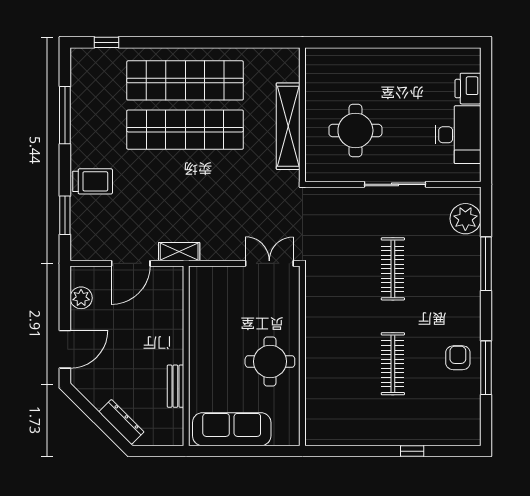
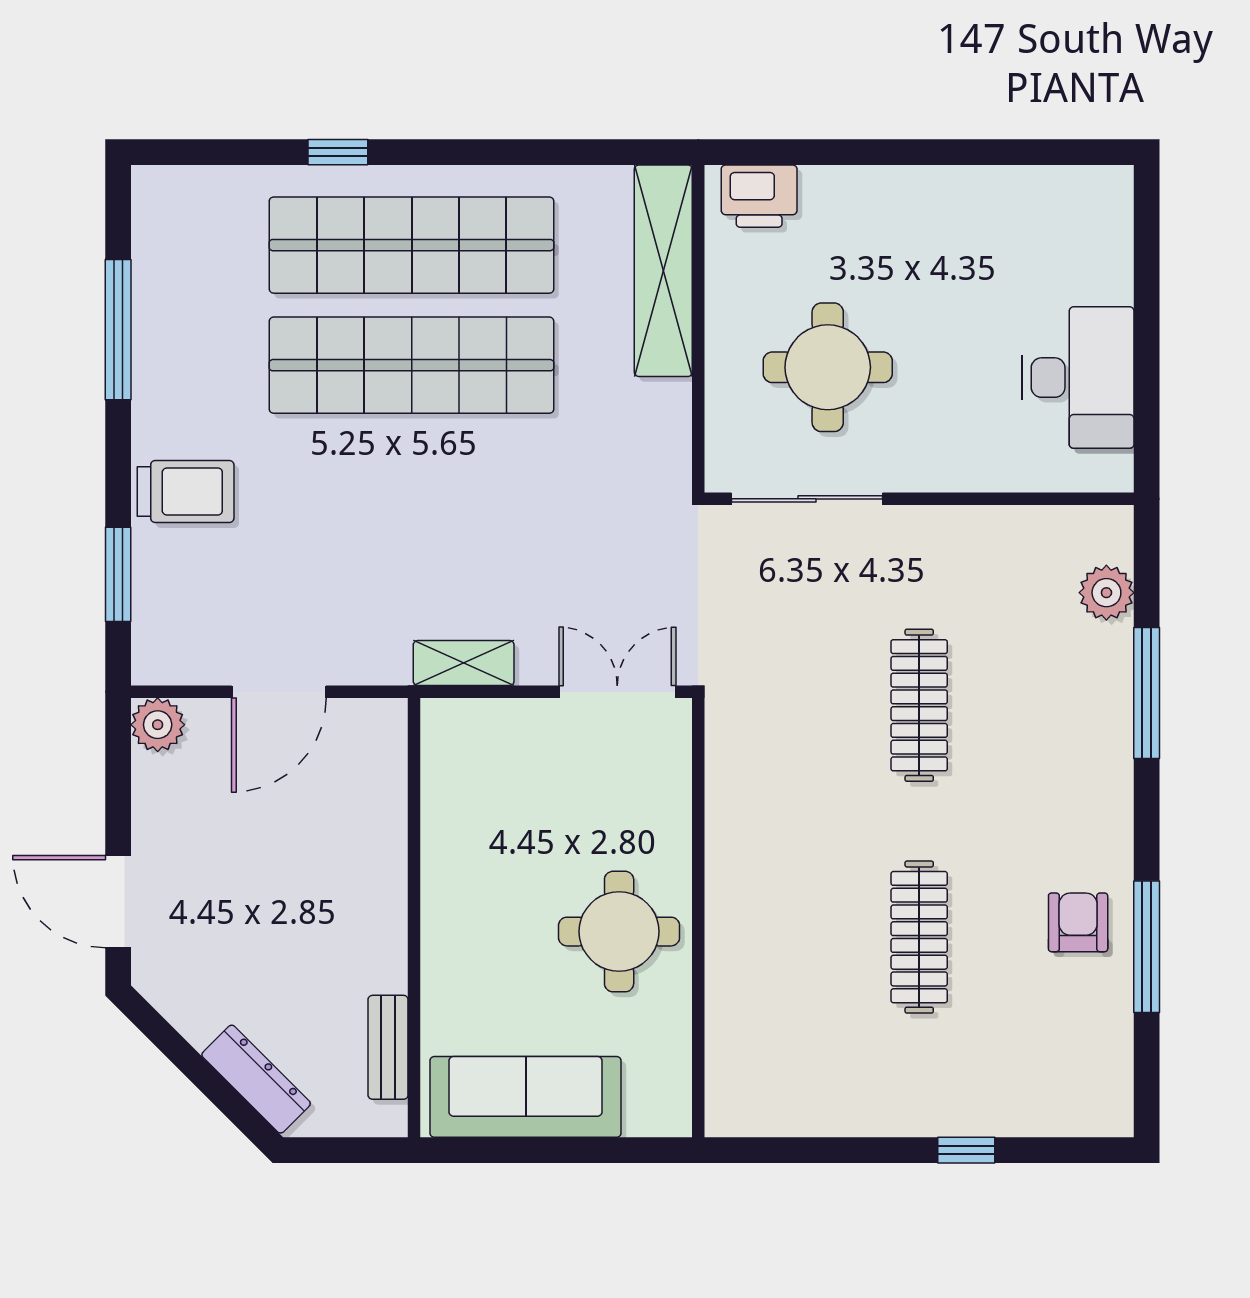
window: (106, 42) -> (338, 152), moved
printer: (468, 89) -> (759, 196), moved, turned -90
shelving: (288, 126) -> (663, 271), moved
sliding door: (395, 184) -> (807, 499), moved
plant: (465, 219) -> (1106, 593), width x0.73, depth x0.73
shelving: (179, 252) -> (464, 663), moved
plant: (81, 298) -> (158, 725), moved
door: (65, 349) -> (118, 902), swing flipped
bench: (175, 386) -> (388, 1047), moved

